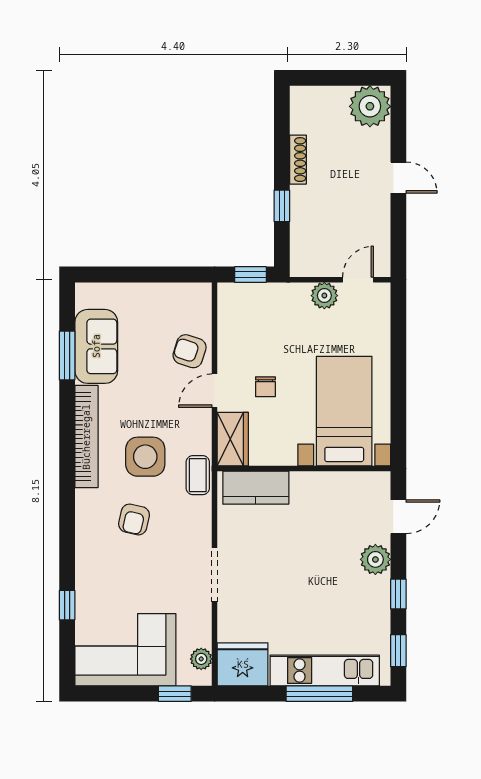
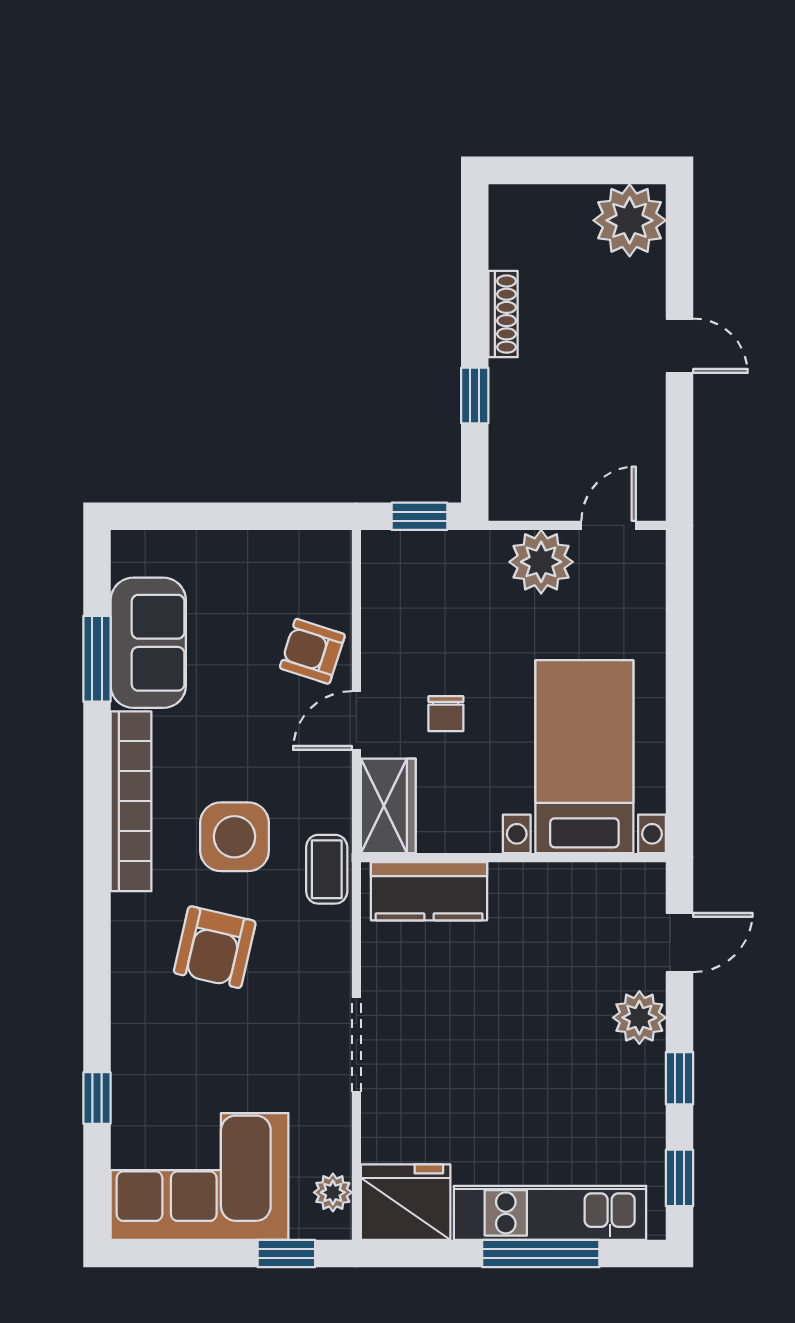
plant: (324, 296) -> (541, 562), width x1.36, depth x1.36
armchair: (134, 519) -> (215, 947), width x1.38, depth x1.38

